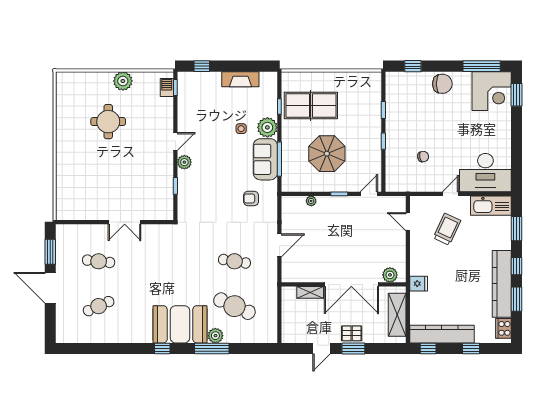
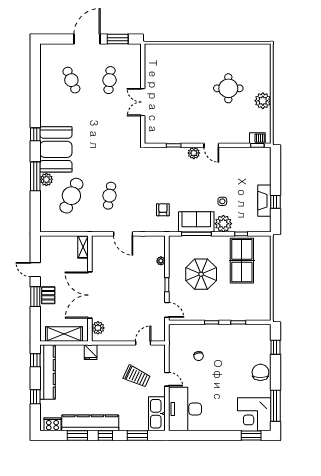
window: (202, 66) -> (275, 202), moved
chair: (442, 84) -> (260, 372), turned 180
shelving: (310, 292) -> (83, 247), moved

